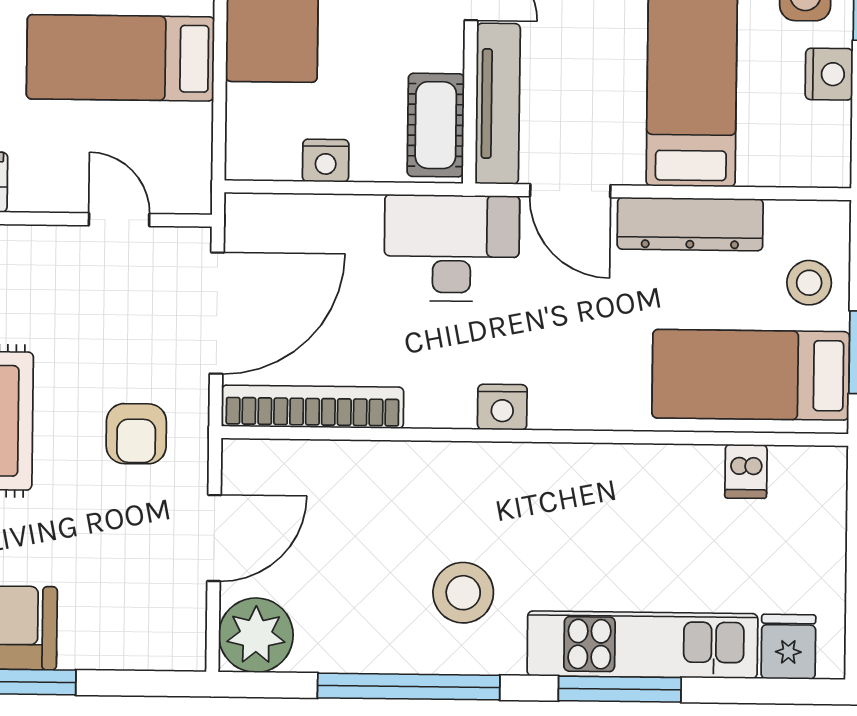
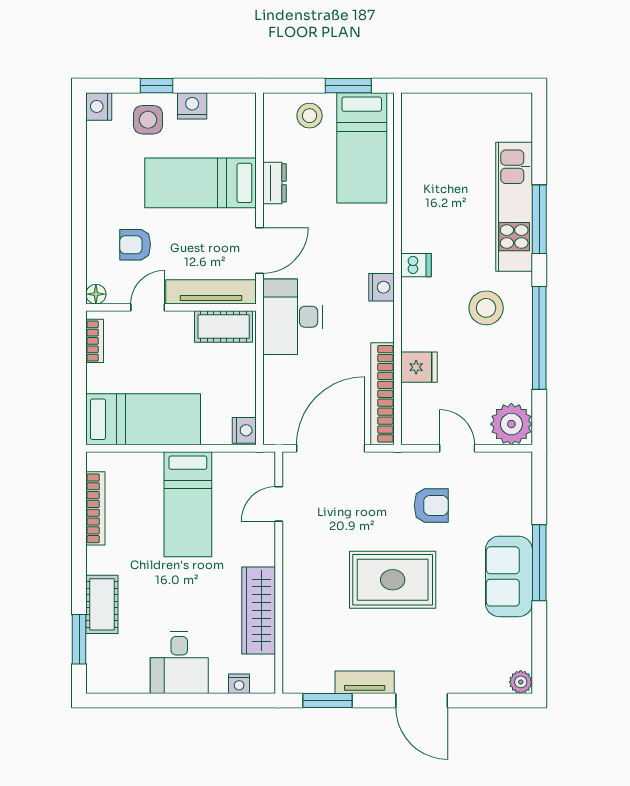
nightstand: (326, 161) -> (244, 430), moved
dresser: (690, 224) -> (274, 183), width x0.51, depth x0.80
door: (217, 313) -> (331, 448), hinge flipped
armchair: (136, 434) -> (431, 506), moved
dishwasher: (746, 471) -> (416, 265), moved
door: (214, 538) -> (457, 448), width x0.73
fridge: (788, 647) -> (419, 367), moved, turned 180

